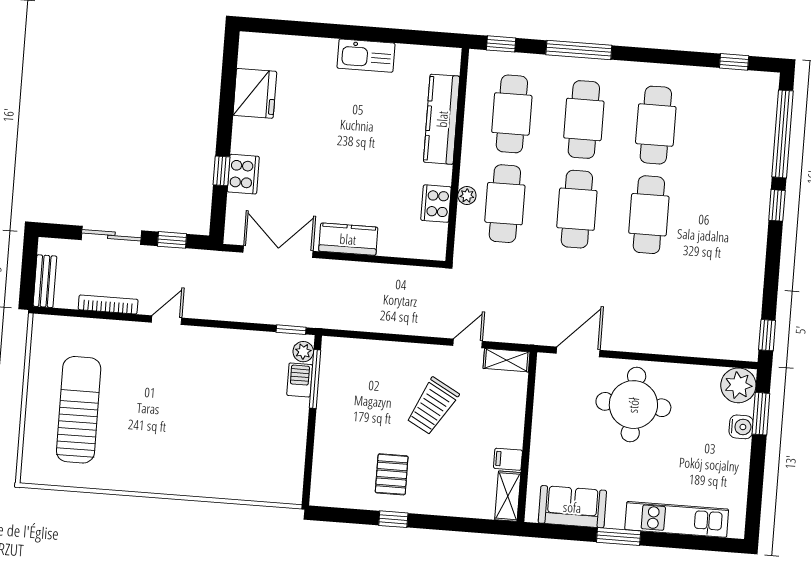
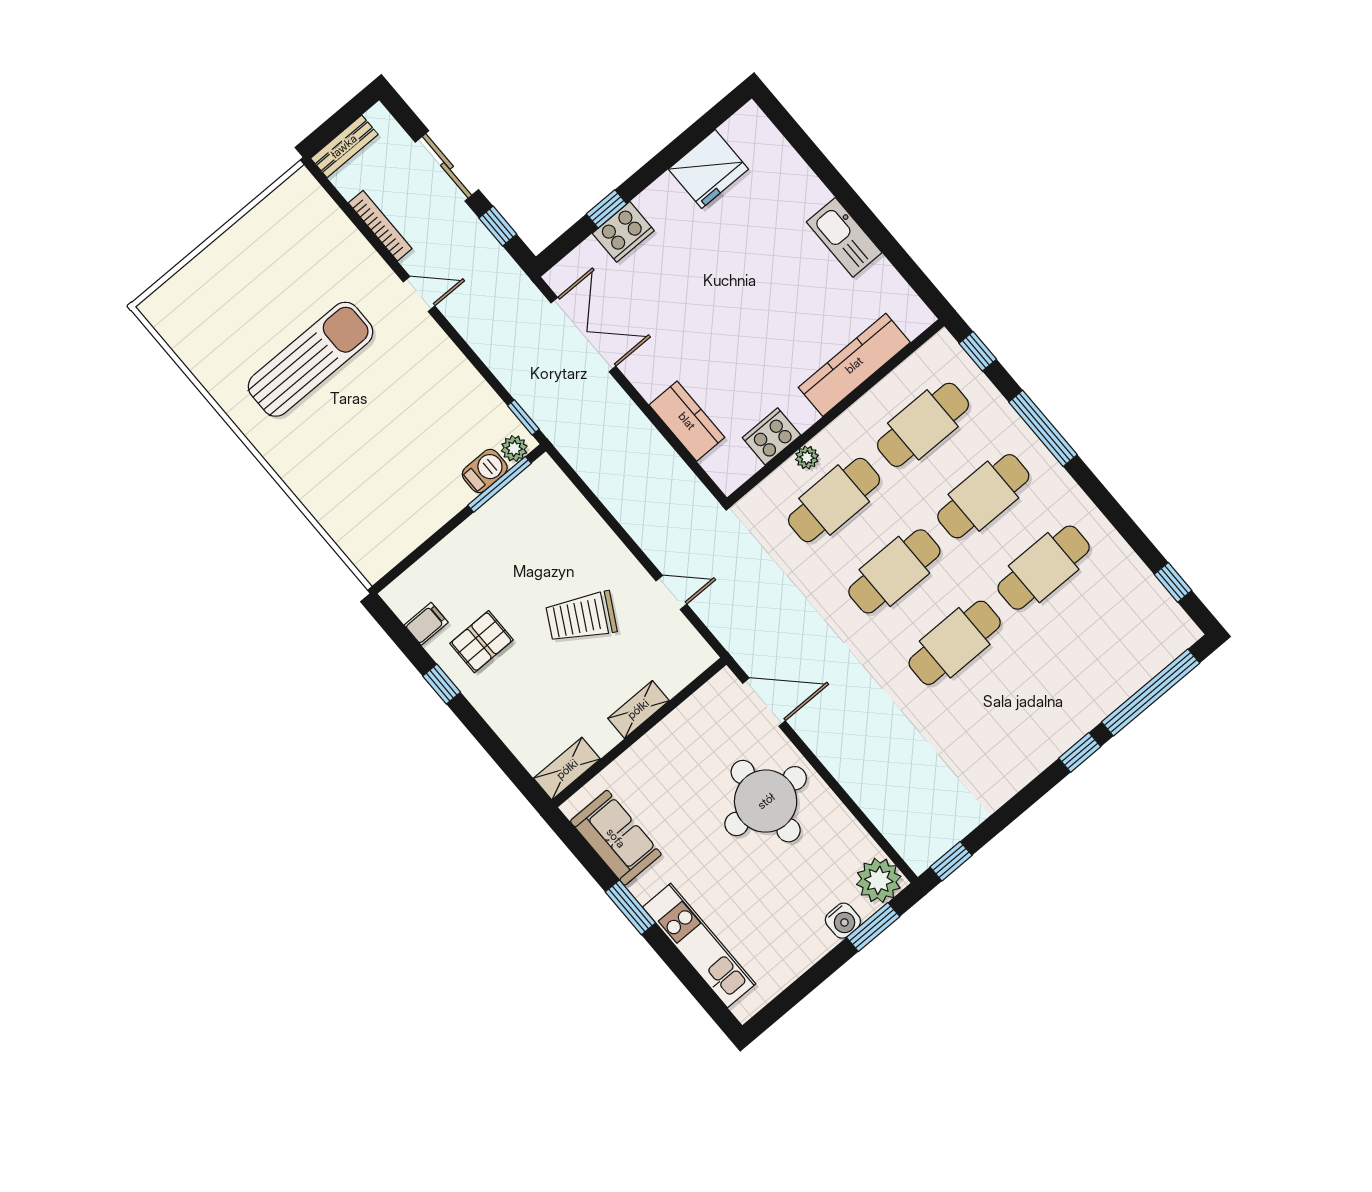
kitchen counter: (348, 239) -> (687, 421), moved
shelving: (507, 360) -> (638, 709), moved, turned 90
sun lounger: (79, 410) -> (311, 359), moved
filing cabinet: (508, 459) -> (426, 624), moved, turned 90

